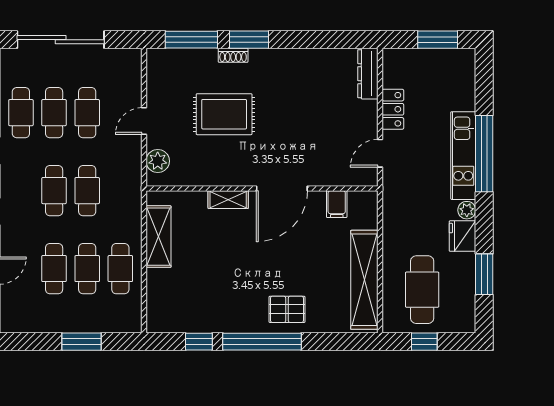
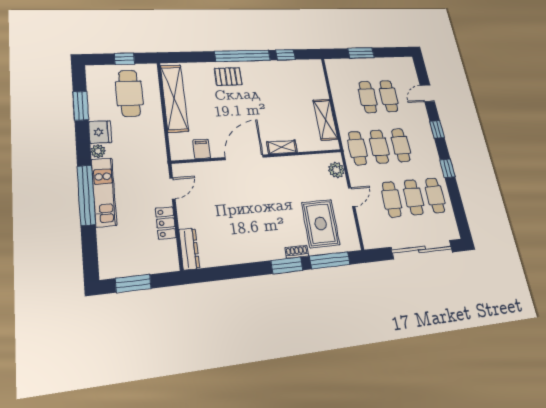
rug: (224, 114) -> (321, 224), moved, turned 90
cafe table: (120, 269) -> (357, 148), moved

